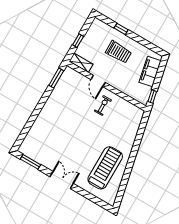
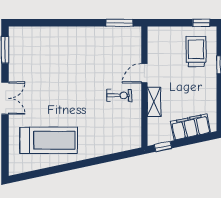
window: (78, 41) -> (201, 23), moved
trolley: (119, 52) -> (196, 52), moved, turned 180
shelving: (81, 63) -> (154, 102), moved

